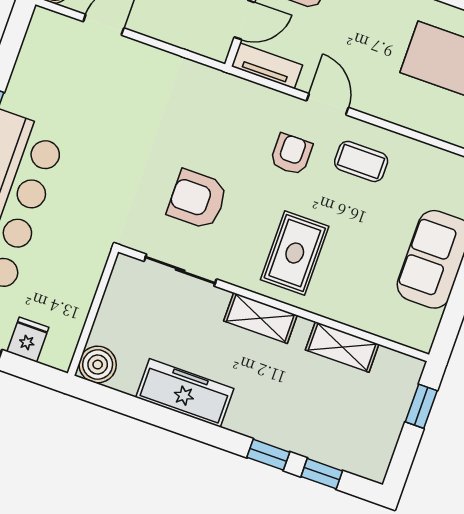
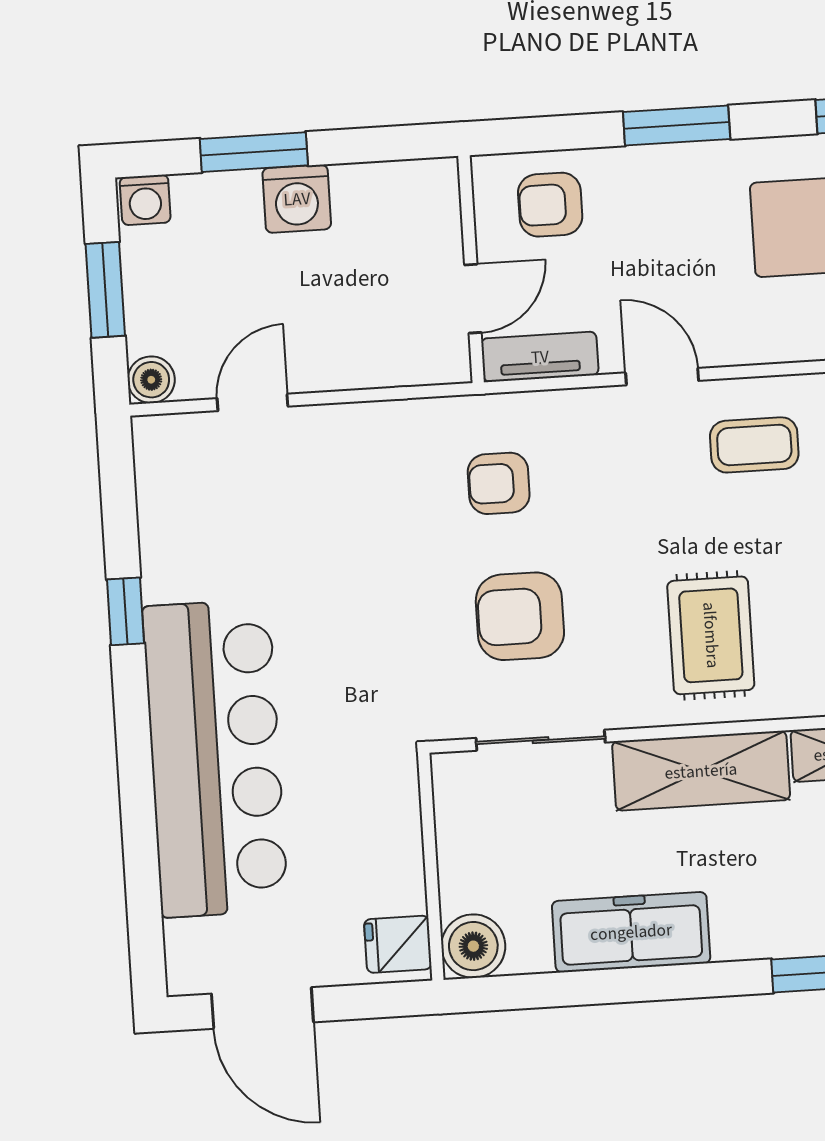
armchair: (291, 154) -> (499, 483), moved, turned -90
shelving: (260, 318) -> (701, 771), width x1.50, depth x1.33
fridge: (28, 340) -> (398, 944), moved, turned -90

